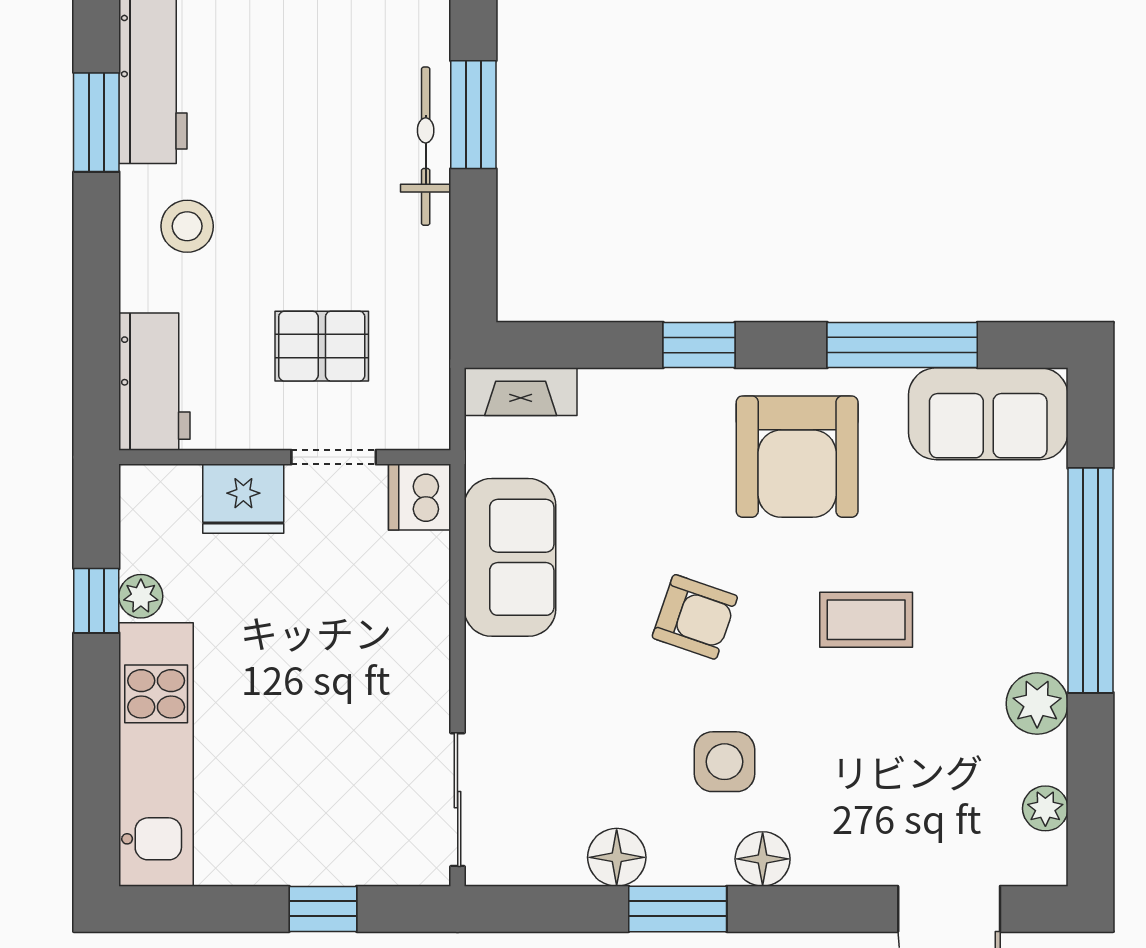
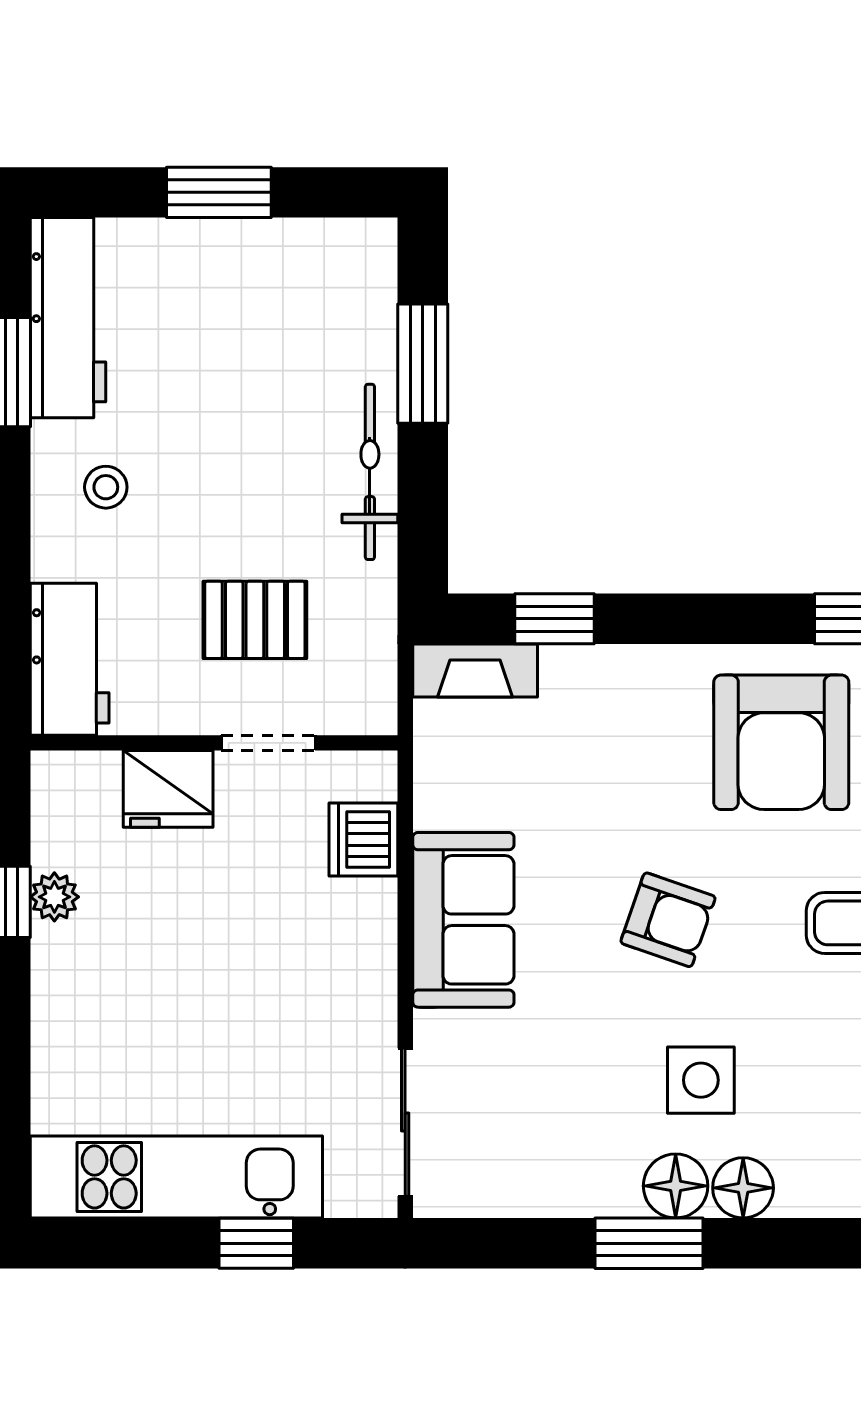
bicycle: (426, 146) -> (370, 472), moved
stool: (187, 226) -> (106, 487), width x0.73, depth x0.73
window: (699, 345) -> (554, 619), moved
dishwasher: (420, 497) -> (363, 840), moved
sofa: (510, 557) -> (463, 920), moved
kitchen unit: (156, 754) -> (176, 1177), moved, turned -90
floor lamp: (617, 857) -> (676, 1186), moved

